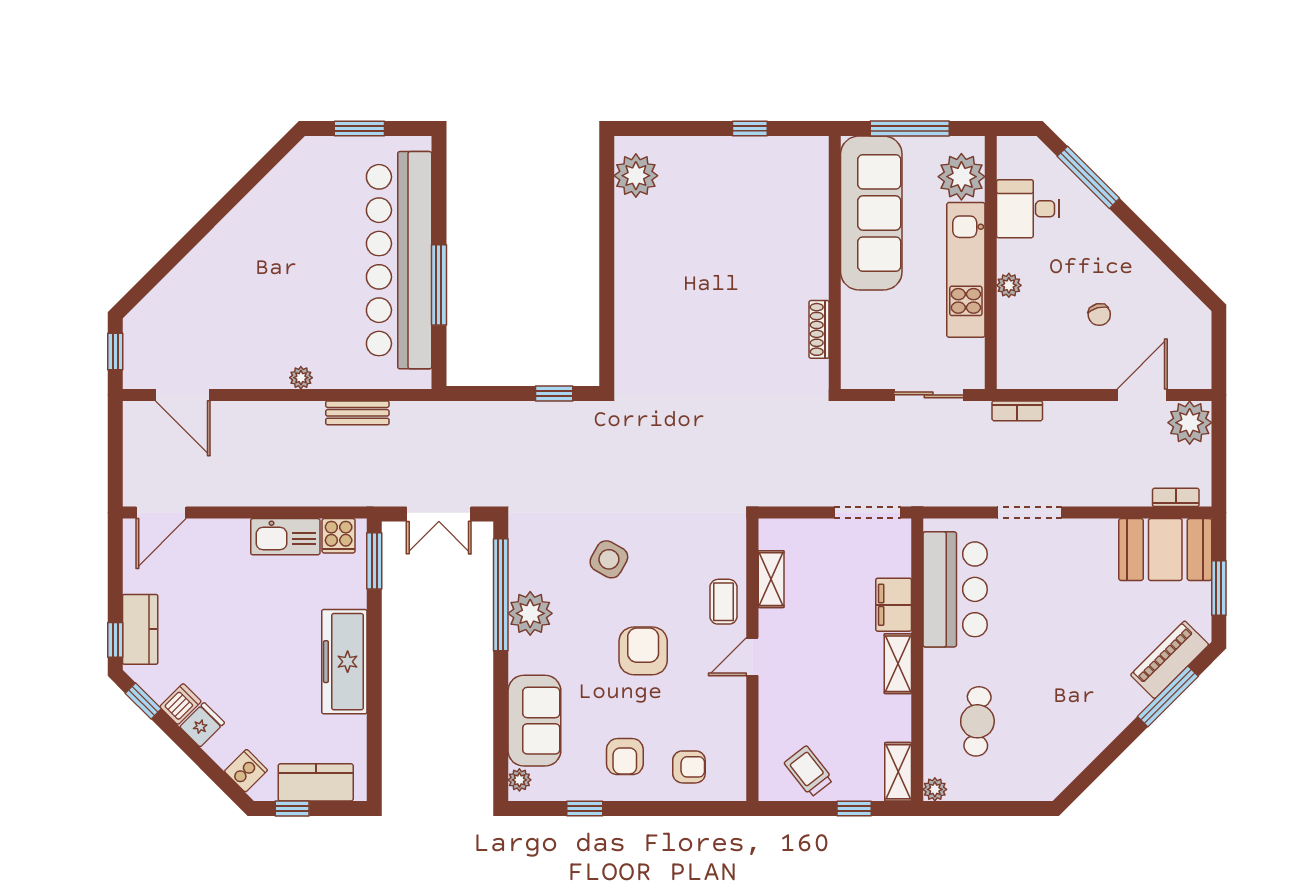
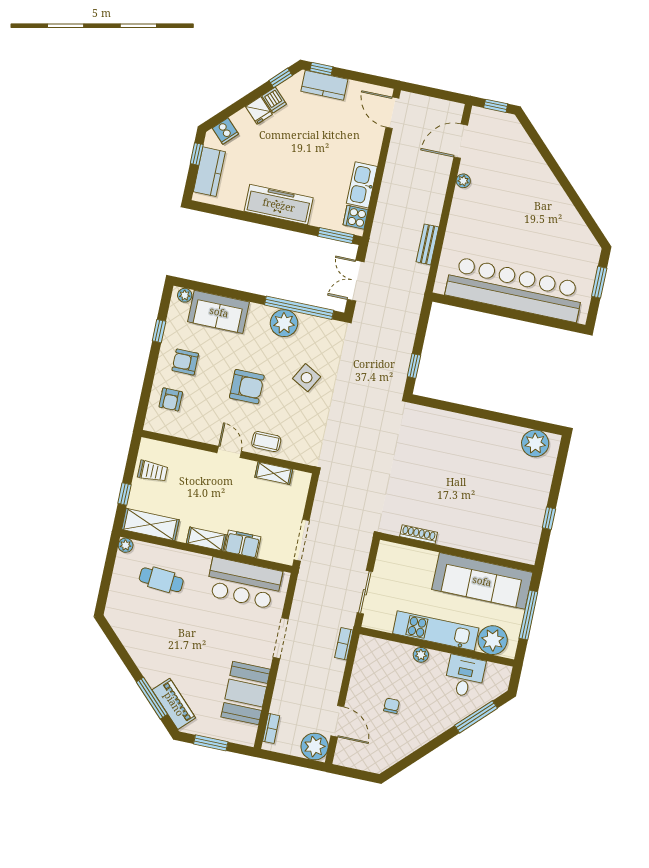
window: (439, 285) -> (494, 310), removed
chair: (1099, 315) -> (392, 706), turned 105
plant: (301, 378) -> (463, 181), moved
booth: (1165, 550) -> (246, 693), moved
trolley: (809, 771) -> (153, 471), turned 38
shelving: (898, 772) -> (150, 525), width x1.50, depth x1.33

